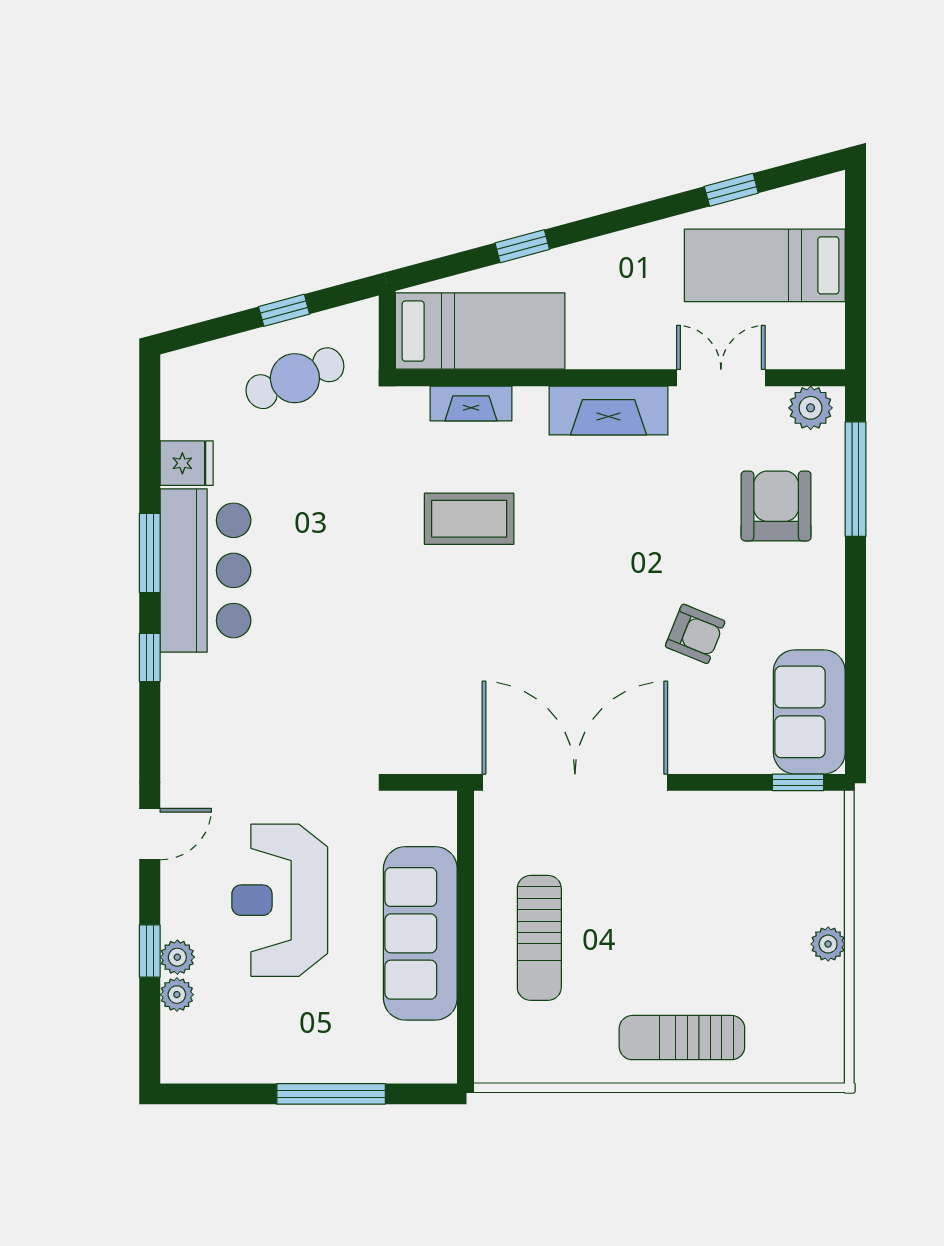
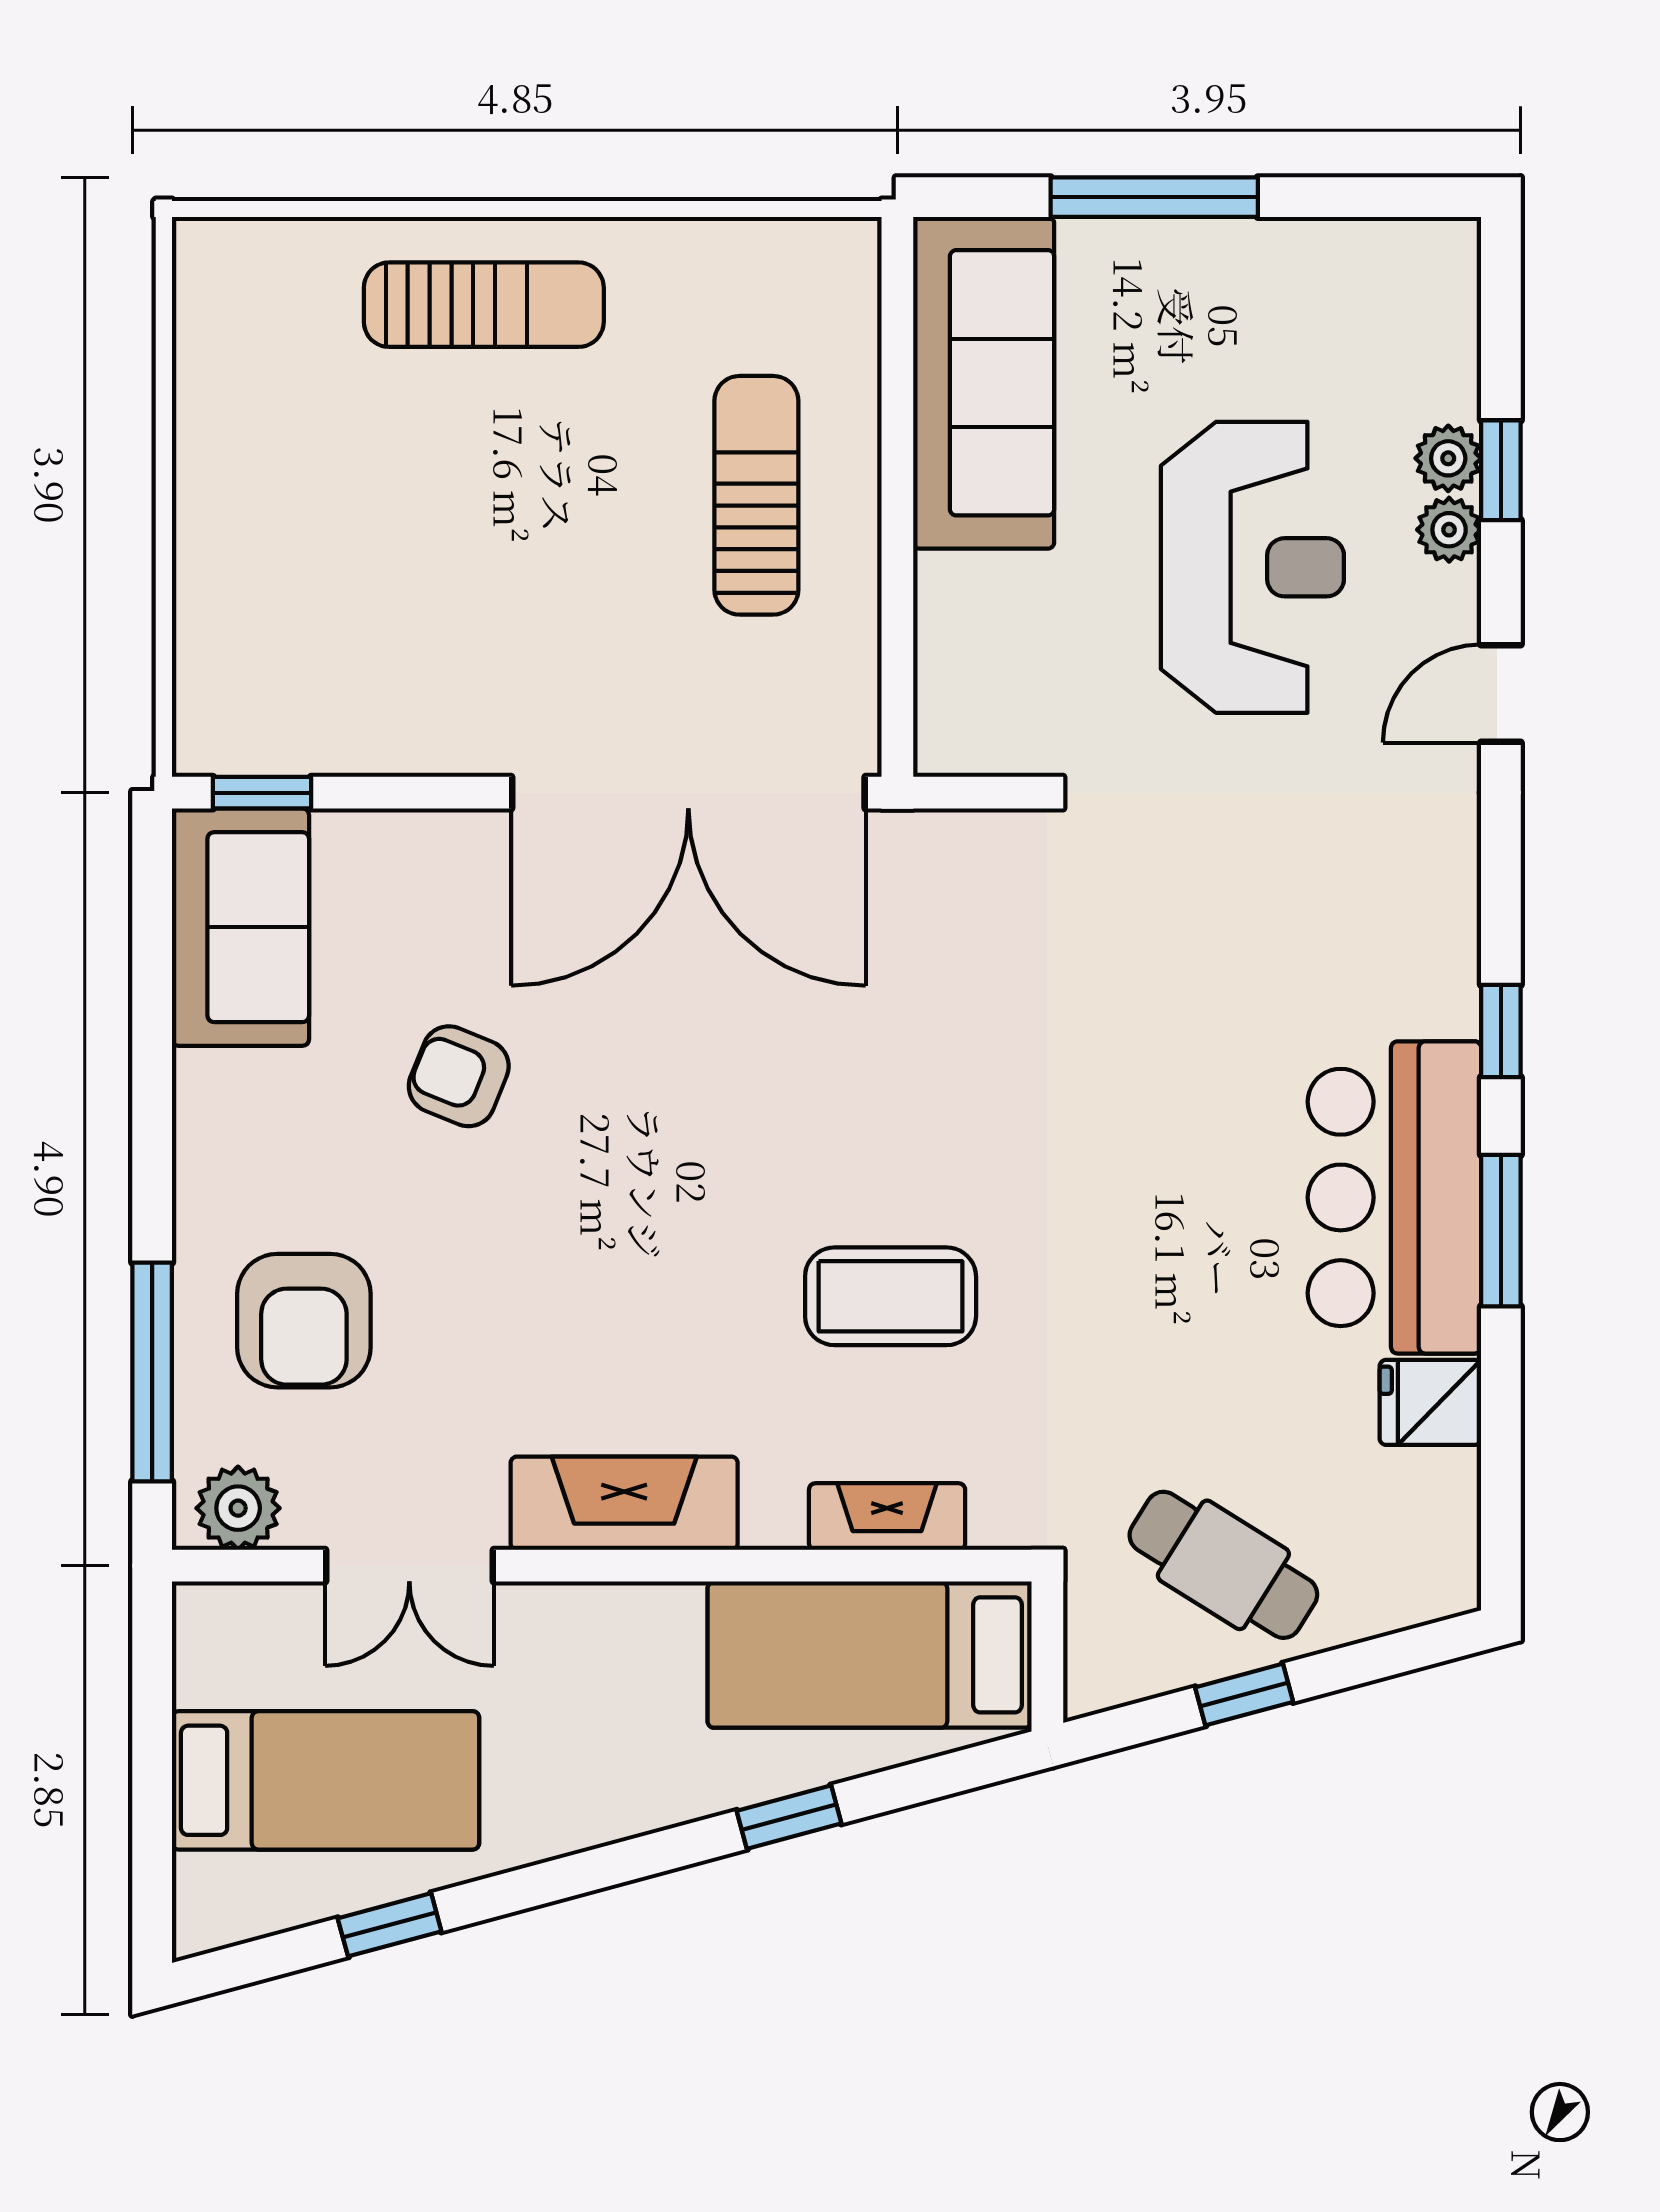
cafe table: (295, 378) -> (1223, 1565), turned 54
sofa: (420, 933) -> (984, 383), moved
plant: (828, 944) -> (205, 484), removed
plant: (177, 995) -> (1449, 530), moved

